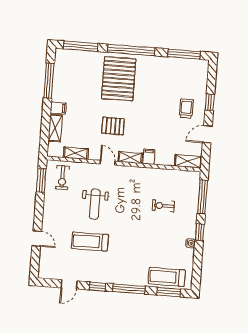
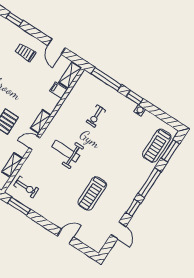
window: (210, 102) -> (14, 19), moved
filing cabinet: (149, 157) -> (59, 90), moved
weight bench: (95, 204) -> (66, 151), moved, turned 180

